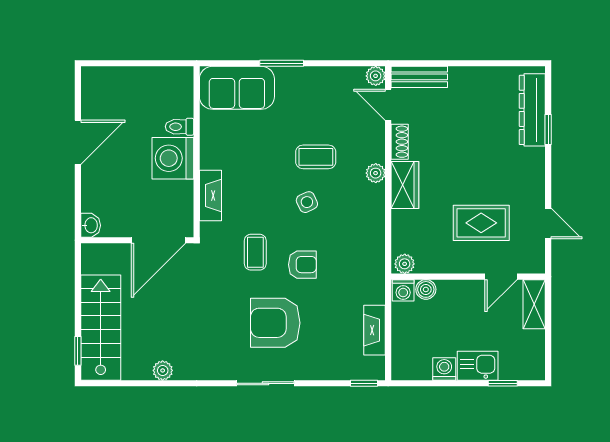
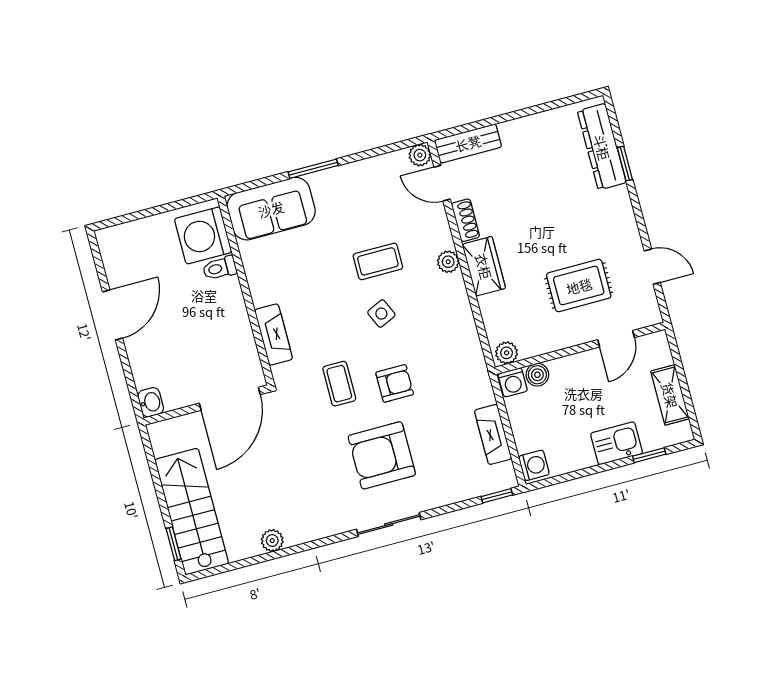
washing machine: (173, 158) -> (203, 235), moved
shelving: (534, 304) -> (670, 395), moved
washing machine: (444, 369) -> (534, 465), moved, turned 90

